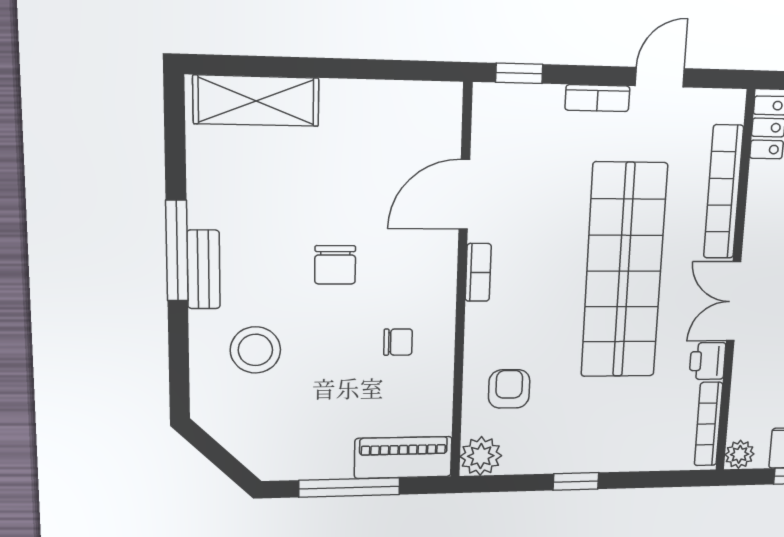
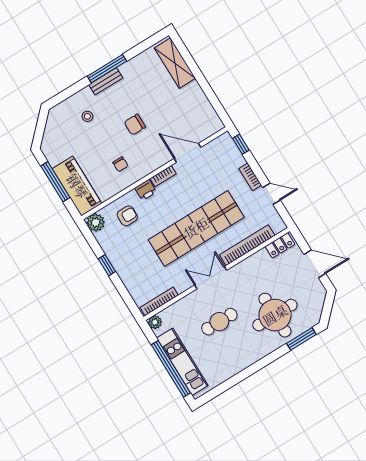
stool: (255, 350) -> (87, 116), width x0.53, depth x0.53
printer: (708, 361) -> (146, 190), moved, turned 180
piano: (403, 457) -> (77, 186), width x1.37, depth x1.33

